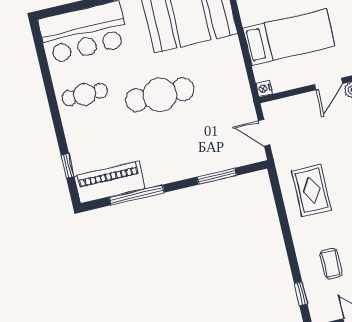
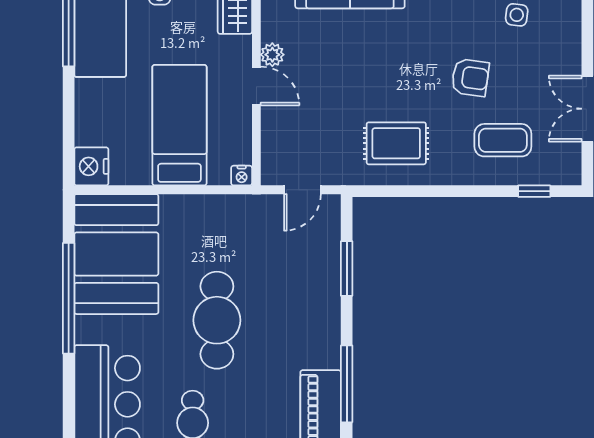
coffee table: (331, 264) -> (503, 140), width x1.36, depth x1.30

